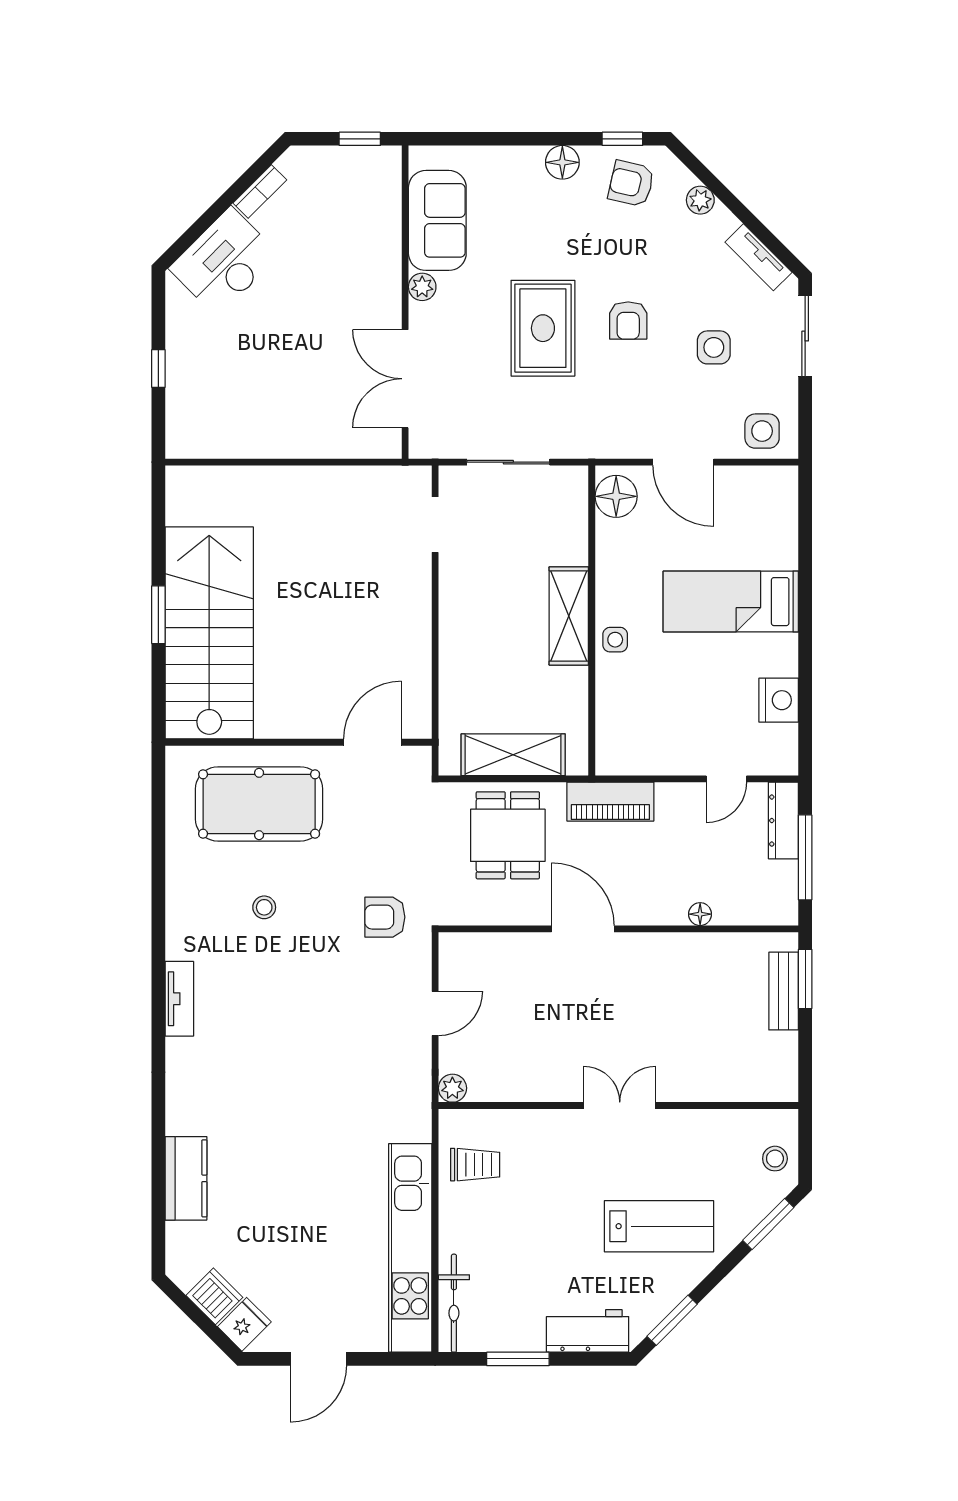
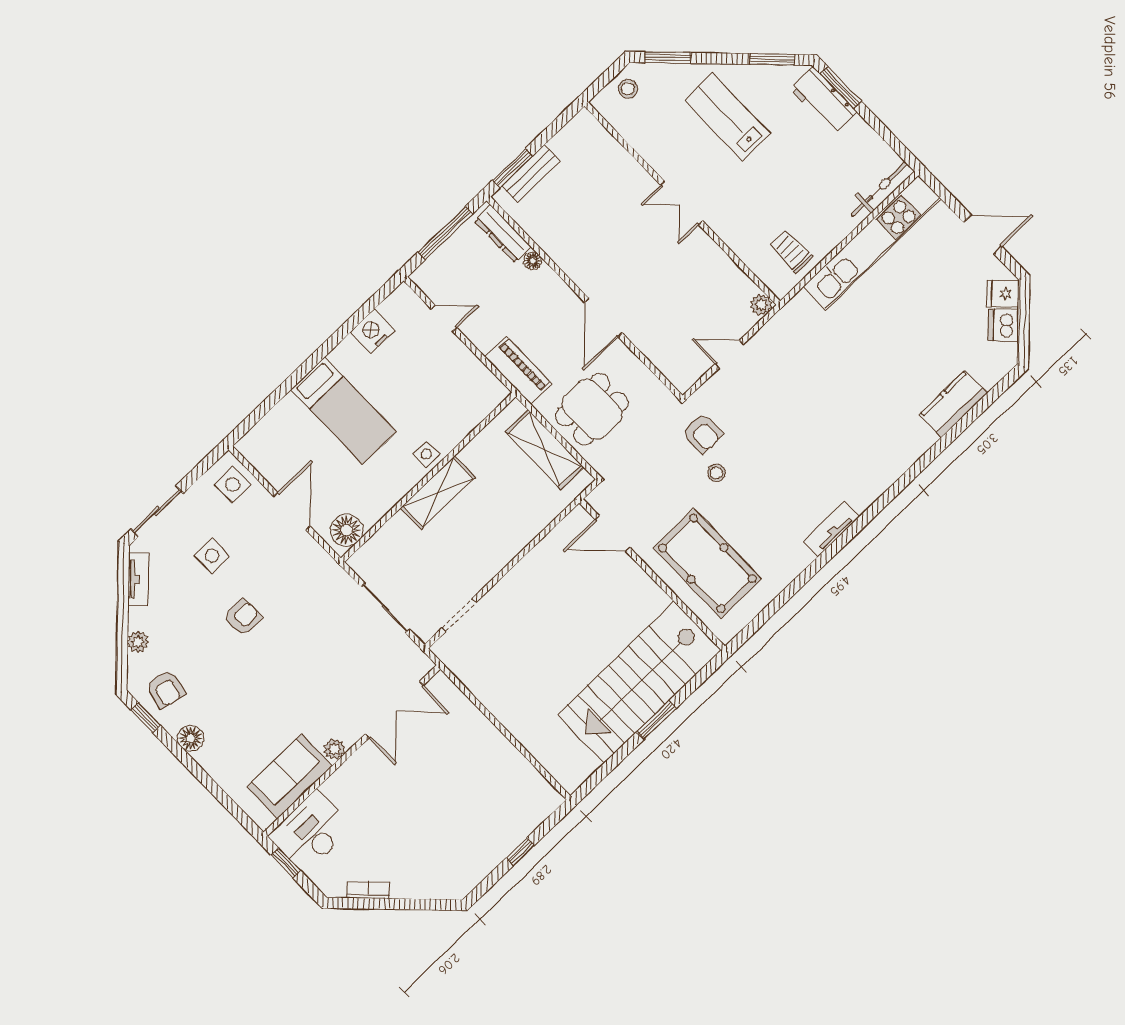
desk: (224, 262) -> (311, 832), moved, turned 135
rug: (543, 328) -> (293, 660), removed
dresser: (783, 821) -> (503, 234), moved, turned 90
stool: (264, 907) -> (716, 473), moved
tv unit: (179, 999) -> (831, 529), moved
window: (518, 1359) -> (841, 88), moved

